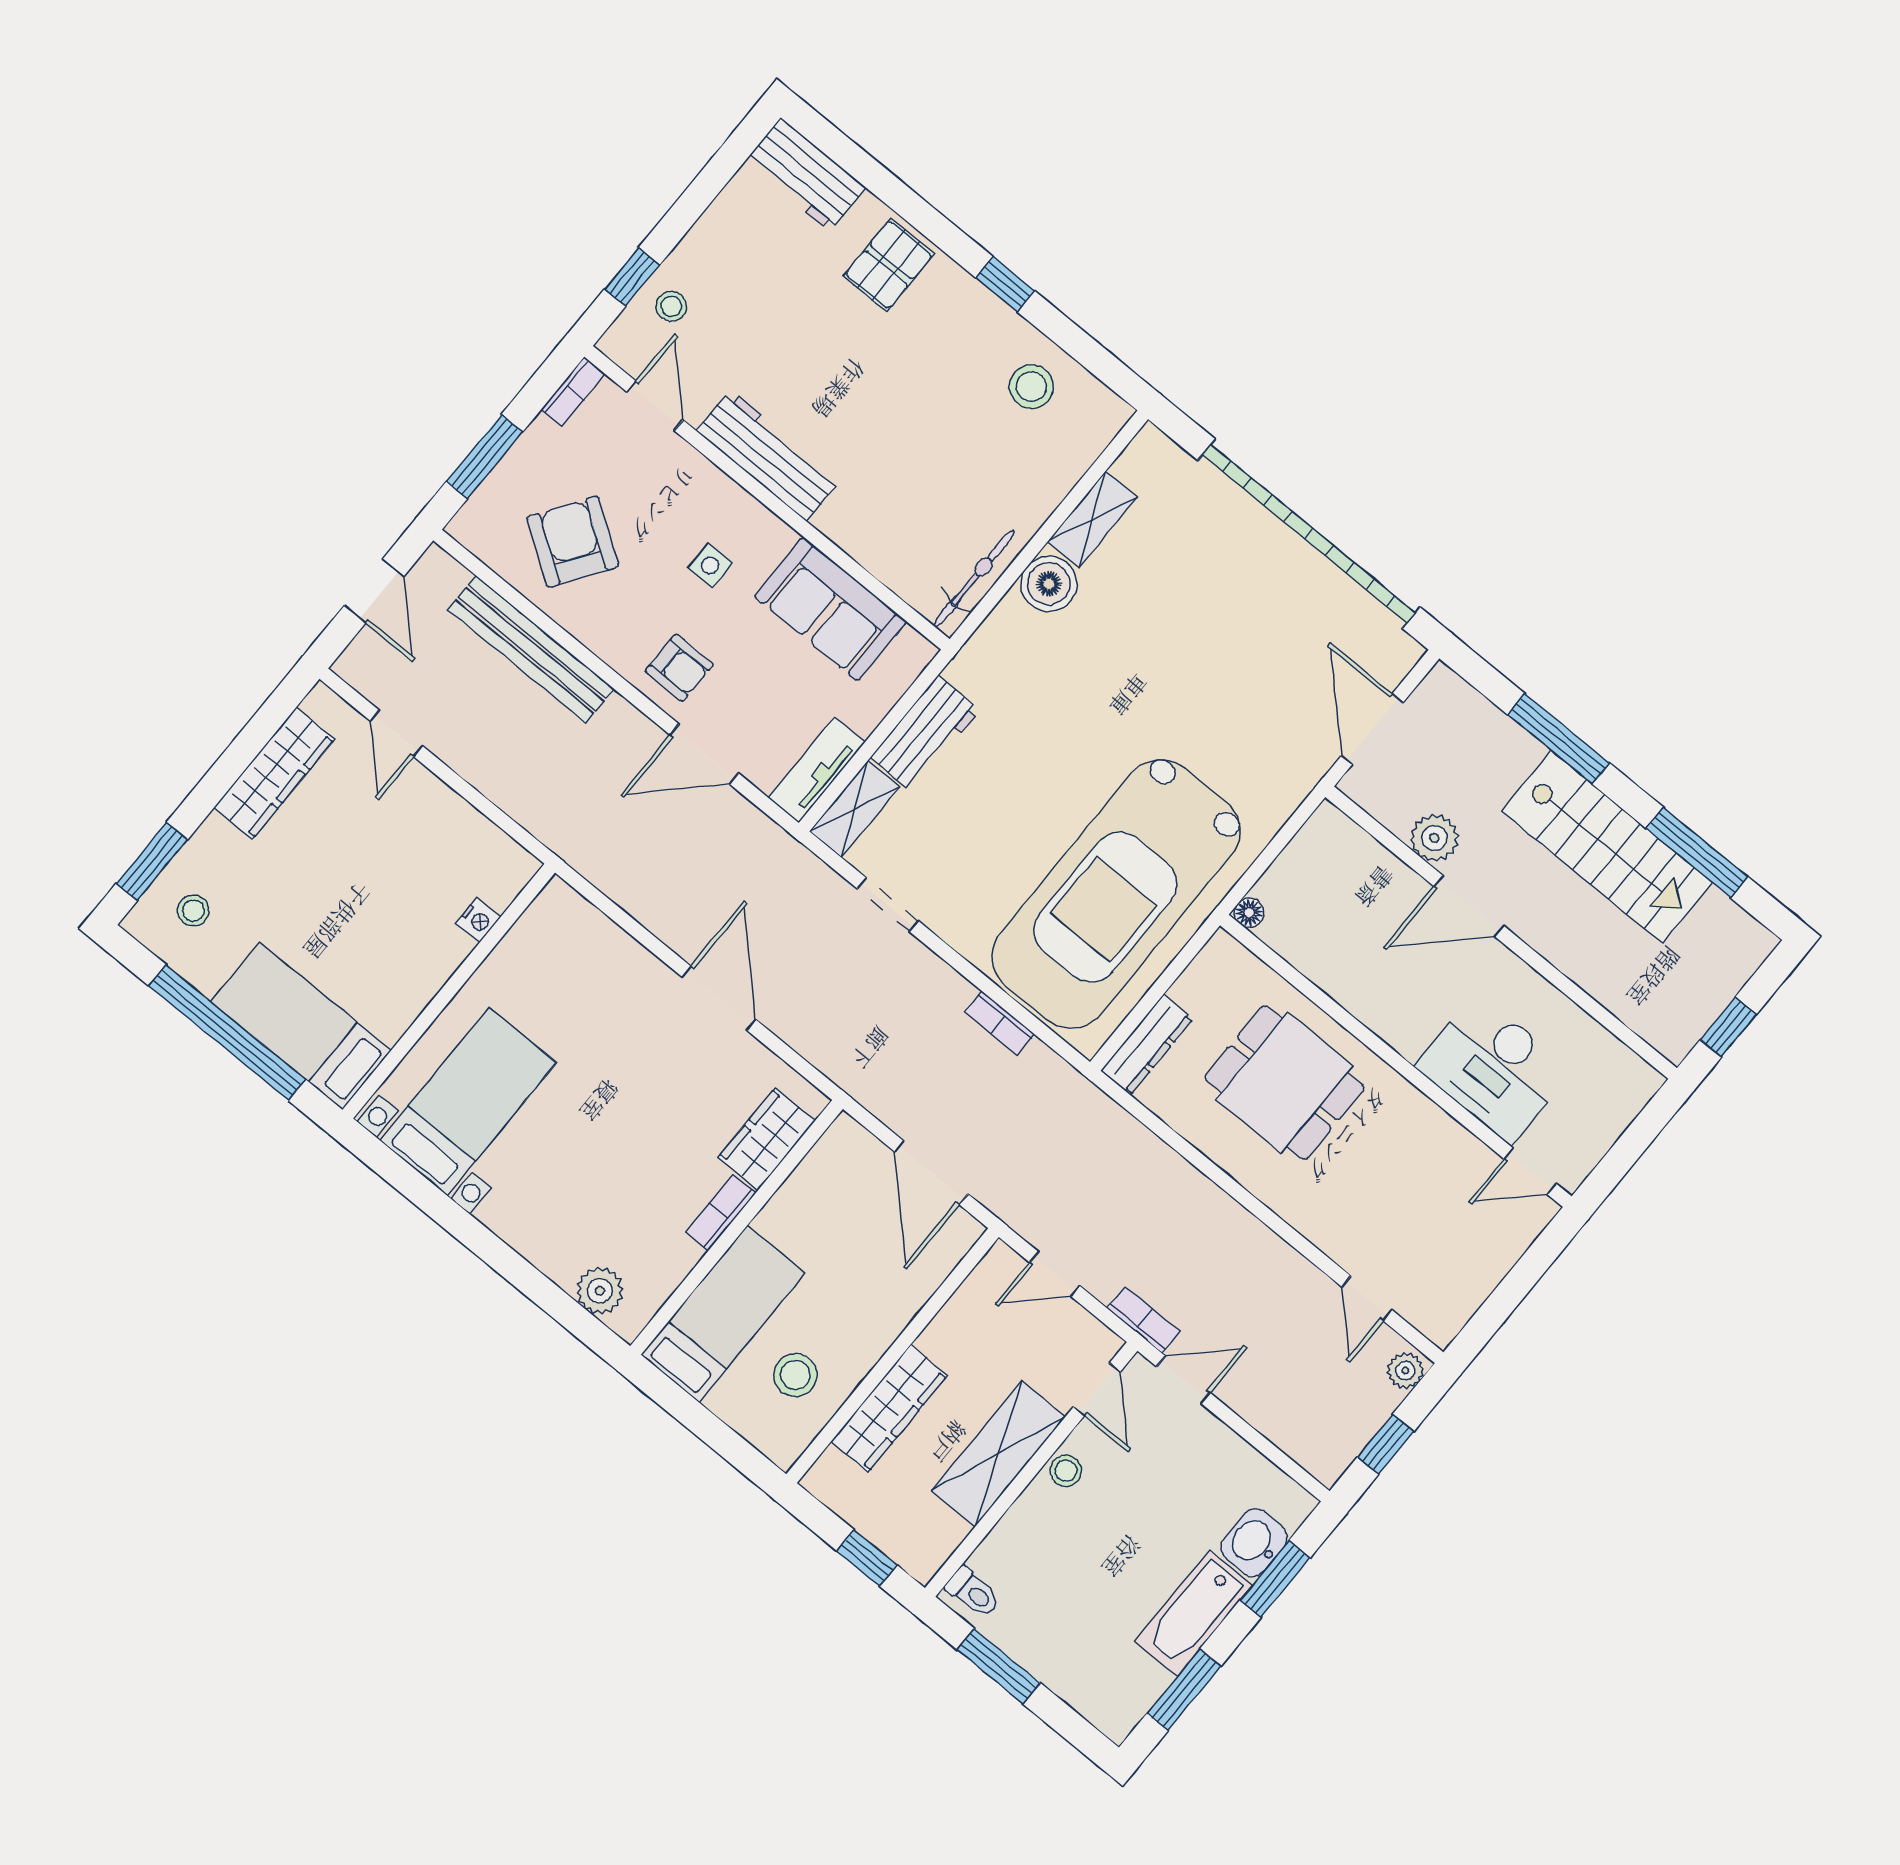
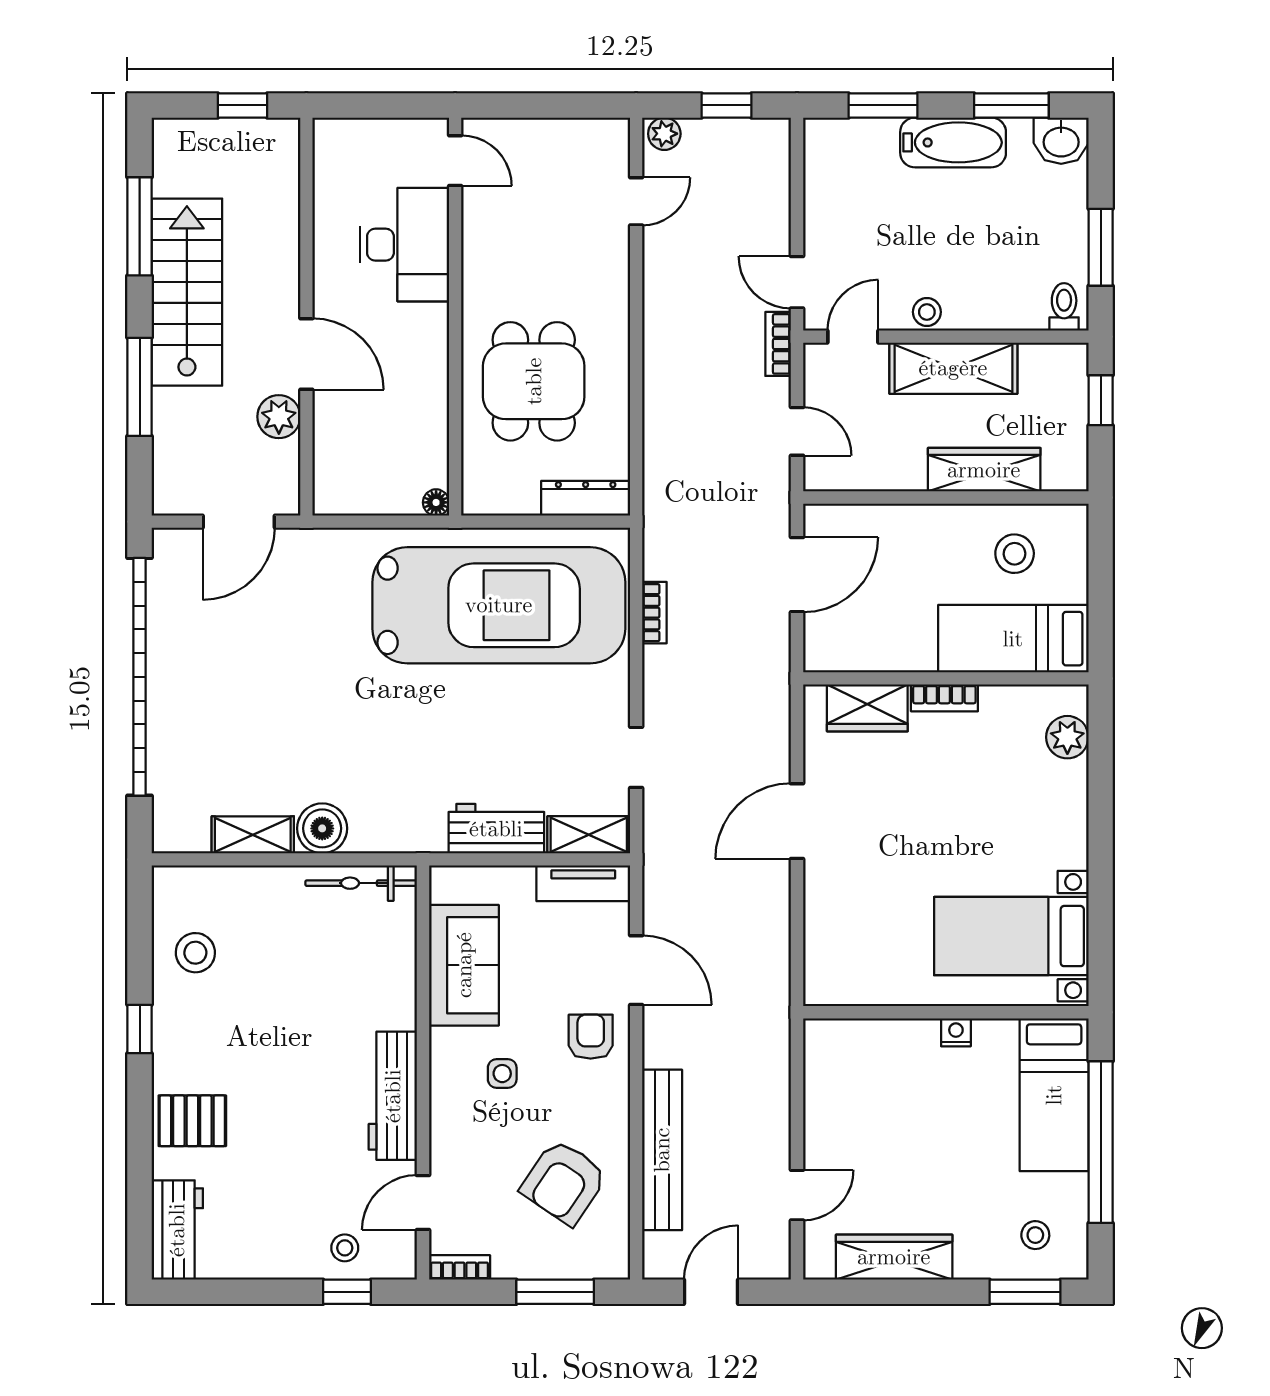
nightstand: (478, 920) -> (956, 1032), moved
washbasin: (1254, 1542) -> (1061, 141), moved

